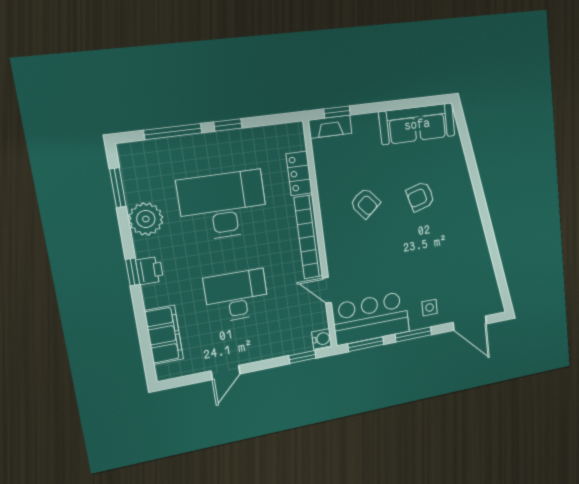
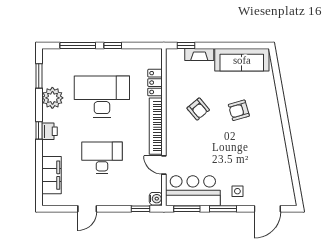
fireplace: (330, 127) -> (199, 54), moved
door: (470, 323) -> (267, 209), hinge flipped

